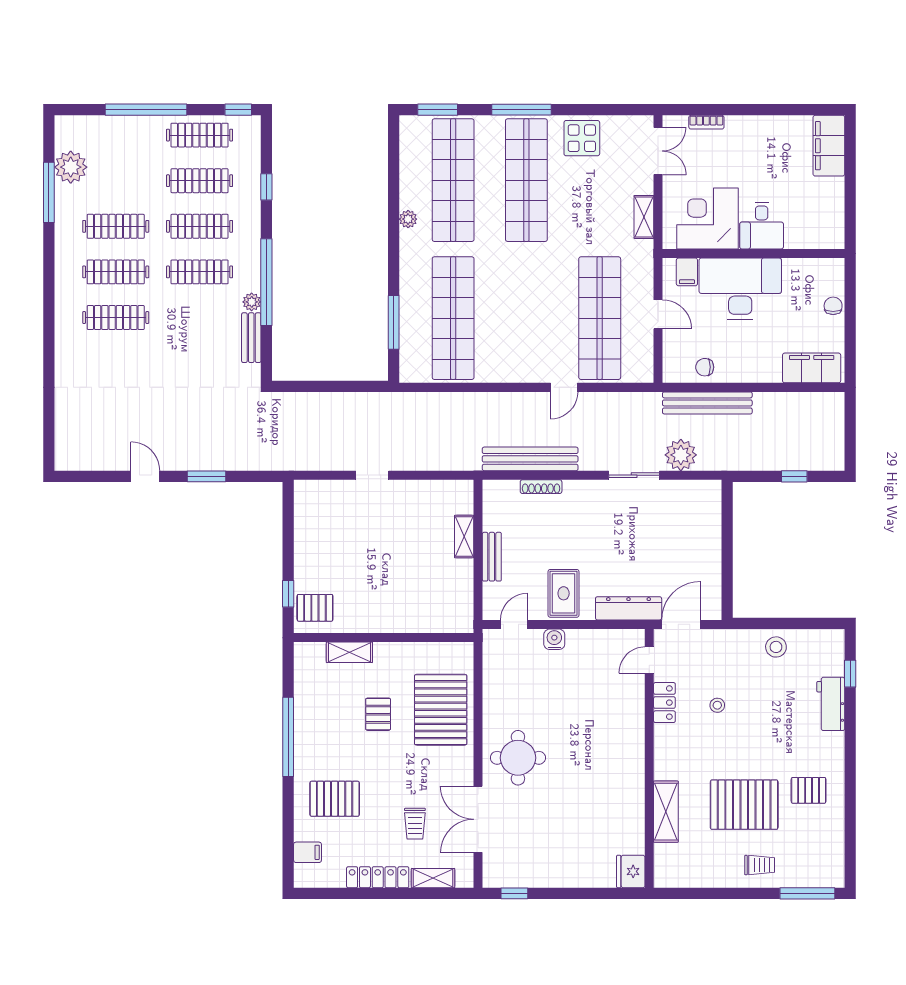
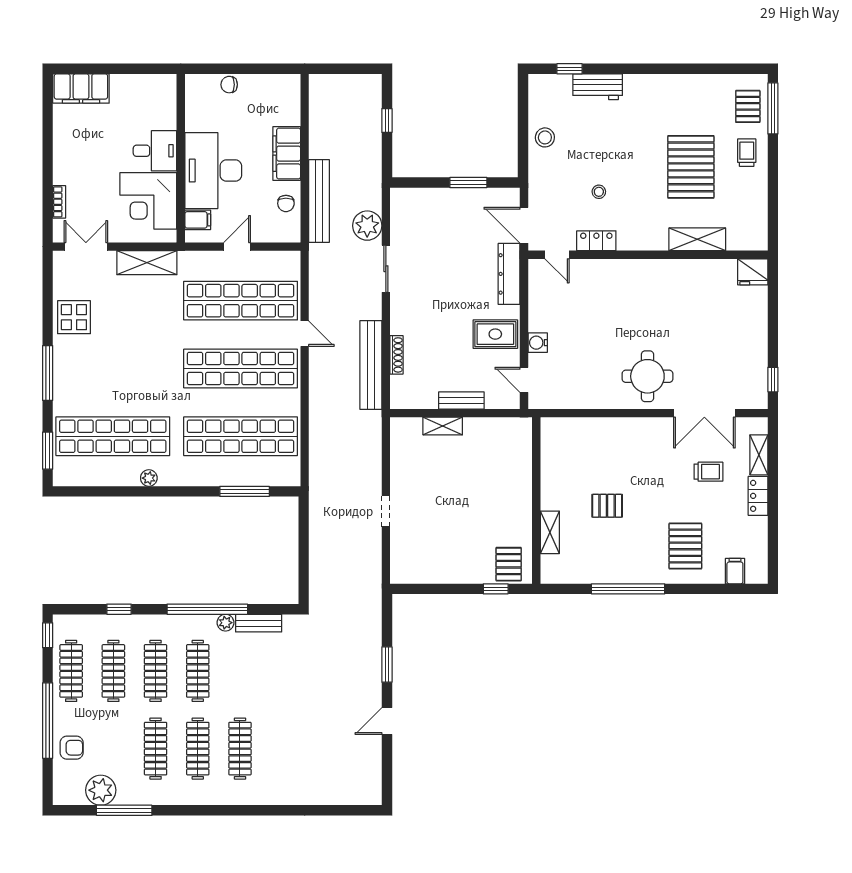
armchair: (117, 136) -> (72, 748), added
shop shelf: (526, 180) -> (241, 368), moved
shelving: (644, 217) -> (147, 263), width x1.50, depth x1.33
filing cabinet: (812, 368) -> (287, 154), moved
window: (727, 564) -> (468, 183), added
pallet: (441, 710) -> (603, 448), removed
pallet: (809, 790) -> (748, 106), moved
locker: (378, 877) -> (758, 496), width x0.66

